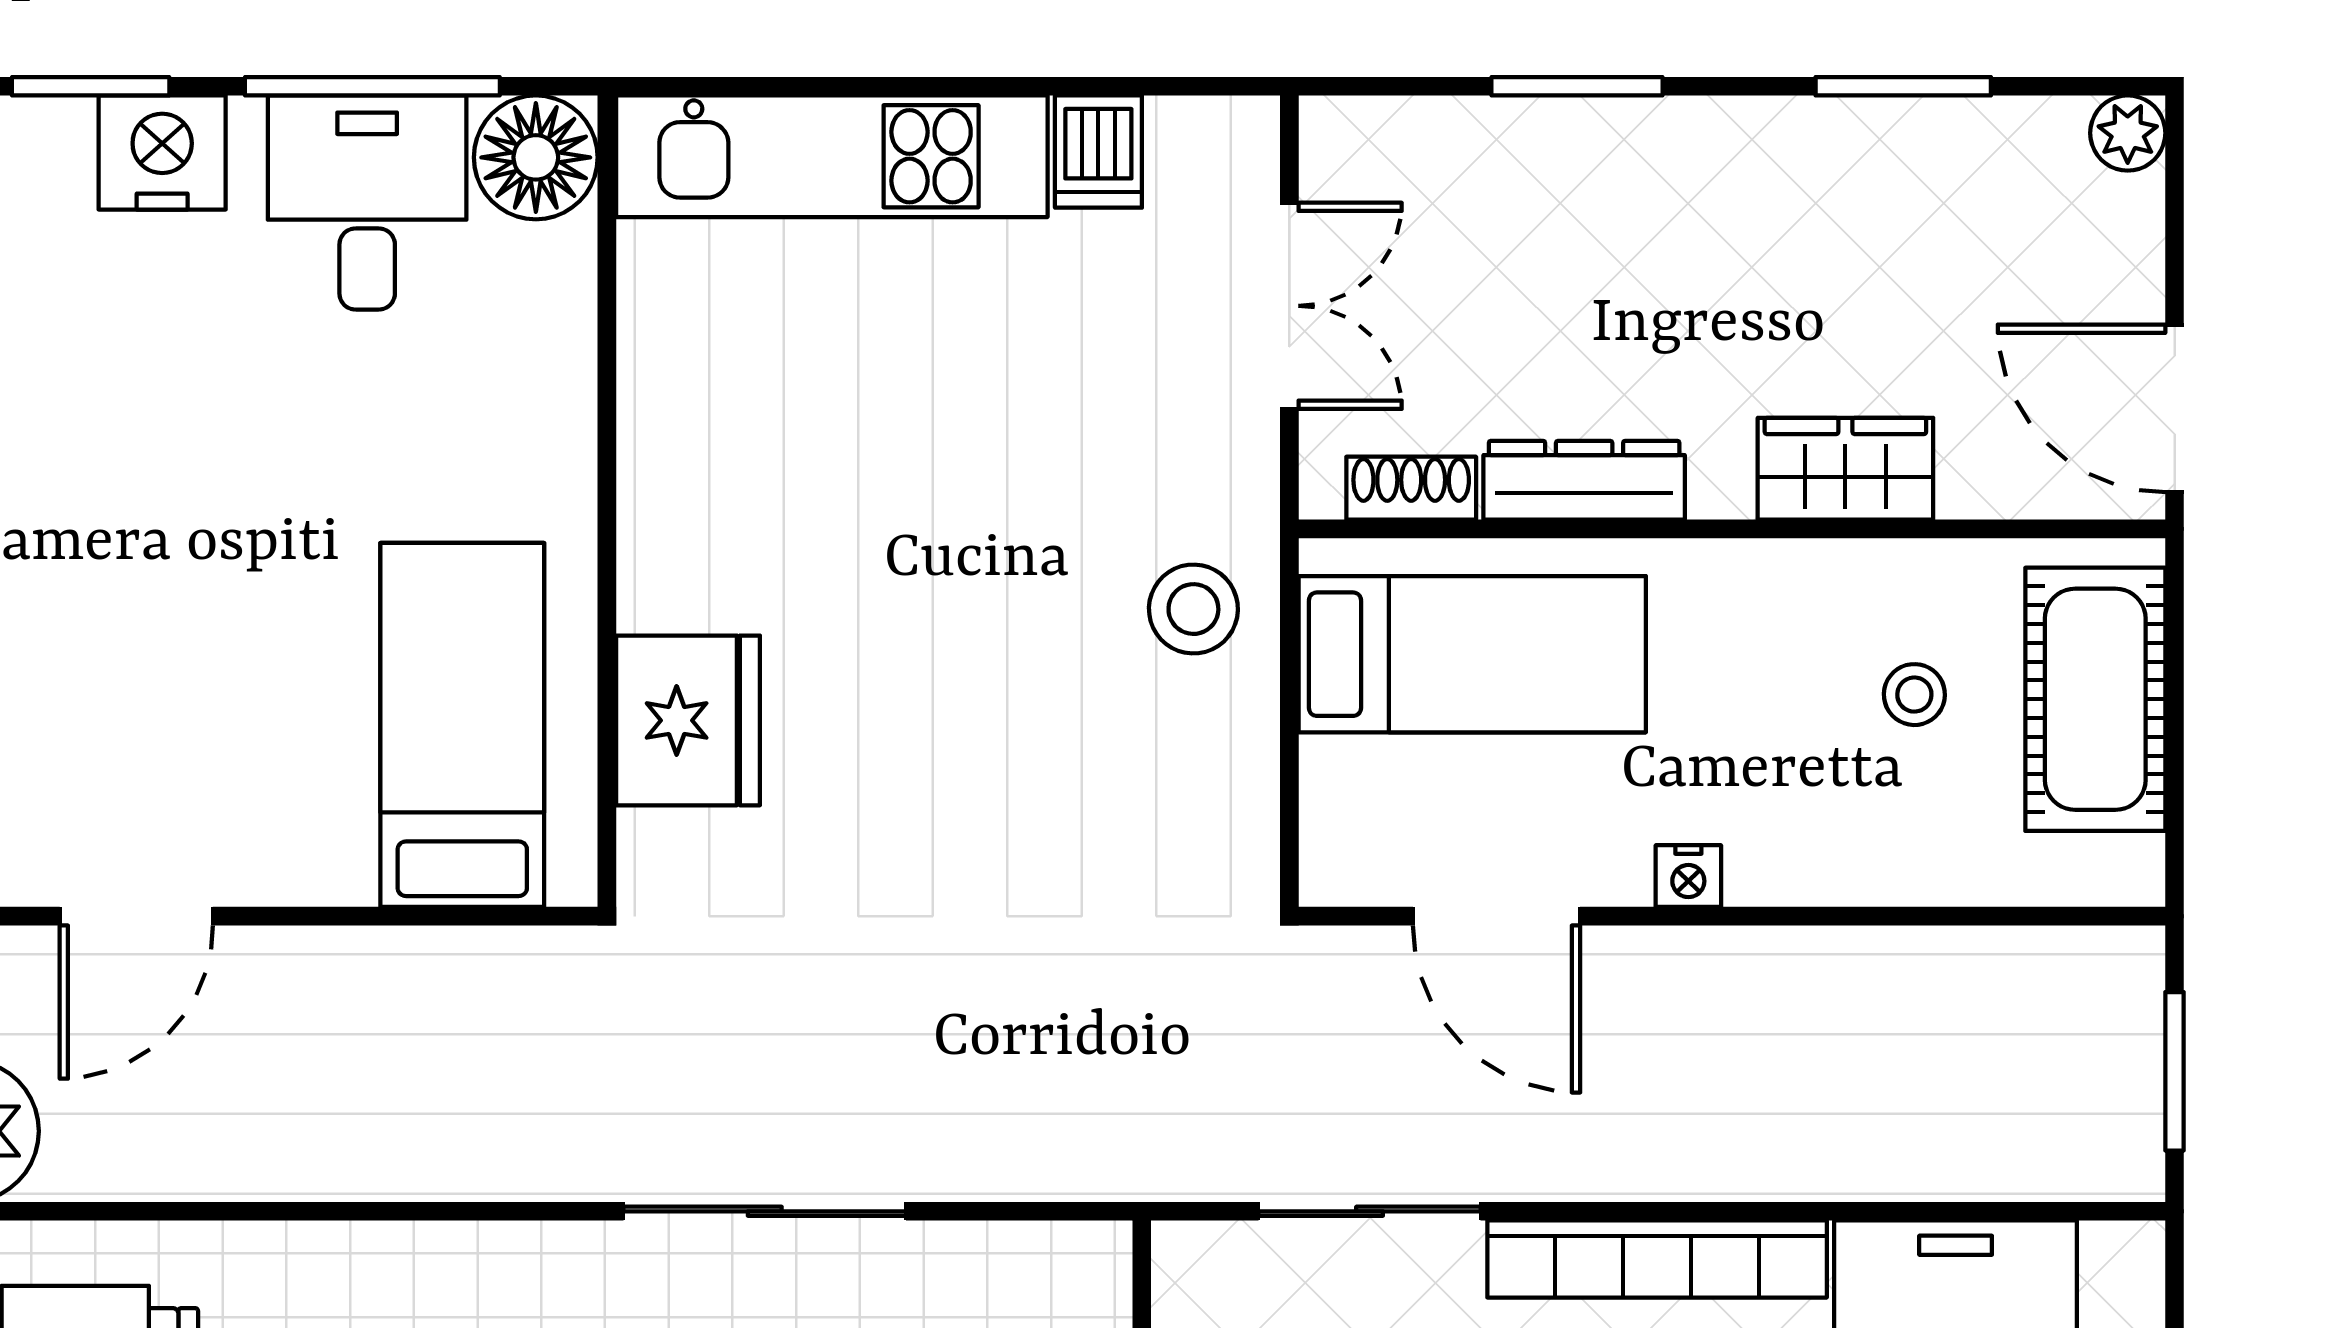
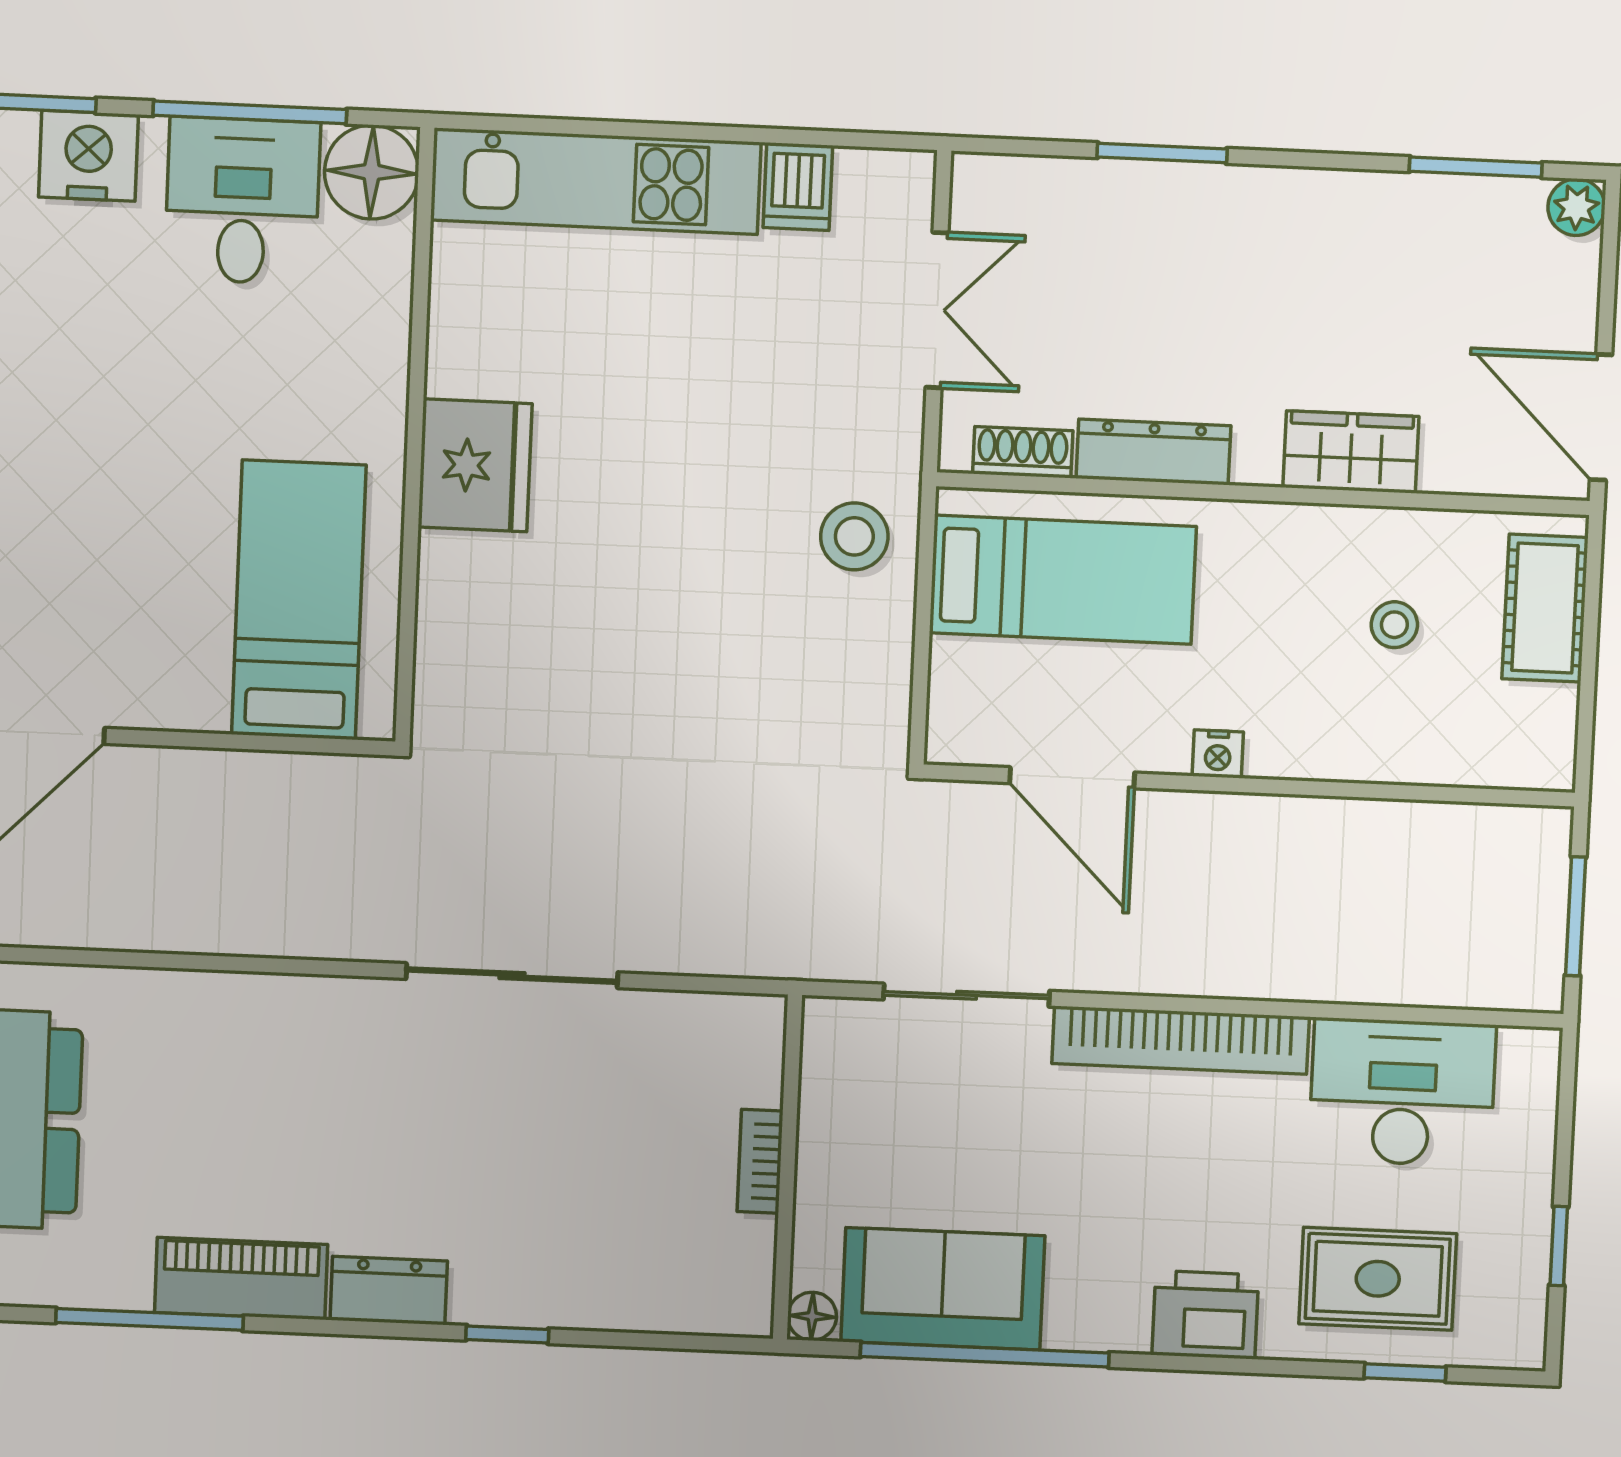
window: (1903, 86) -> (1476, 167), moved
cot: (2095, 699) -> (1545, 608), width x0.73, depth x0.75
fridge: (688, 720) -> (475, 465), moved

